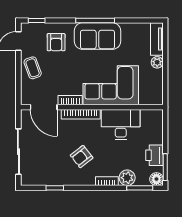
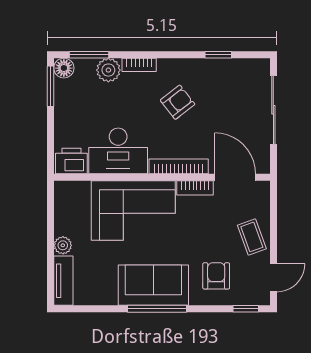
printer: (154, 155) -> (71, 161), moved, turned -90

